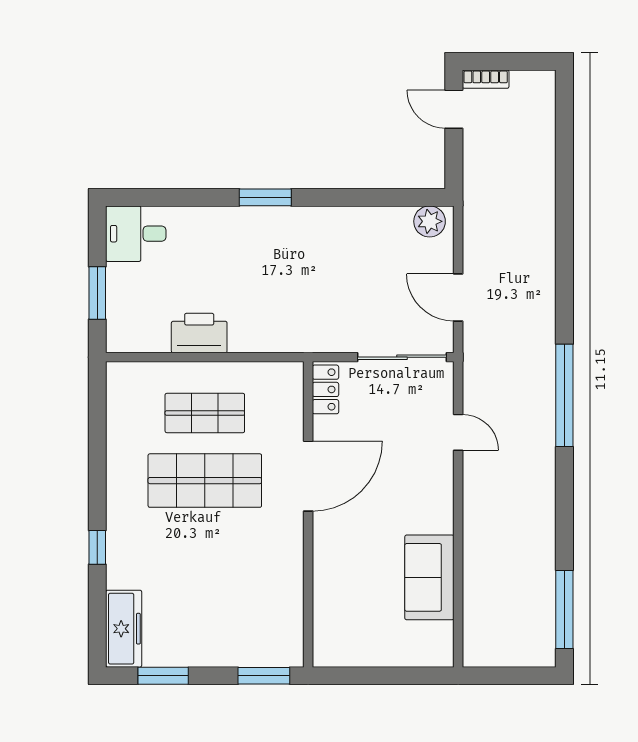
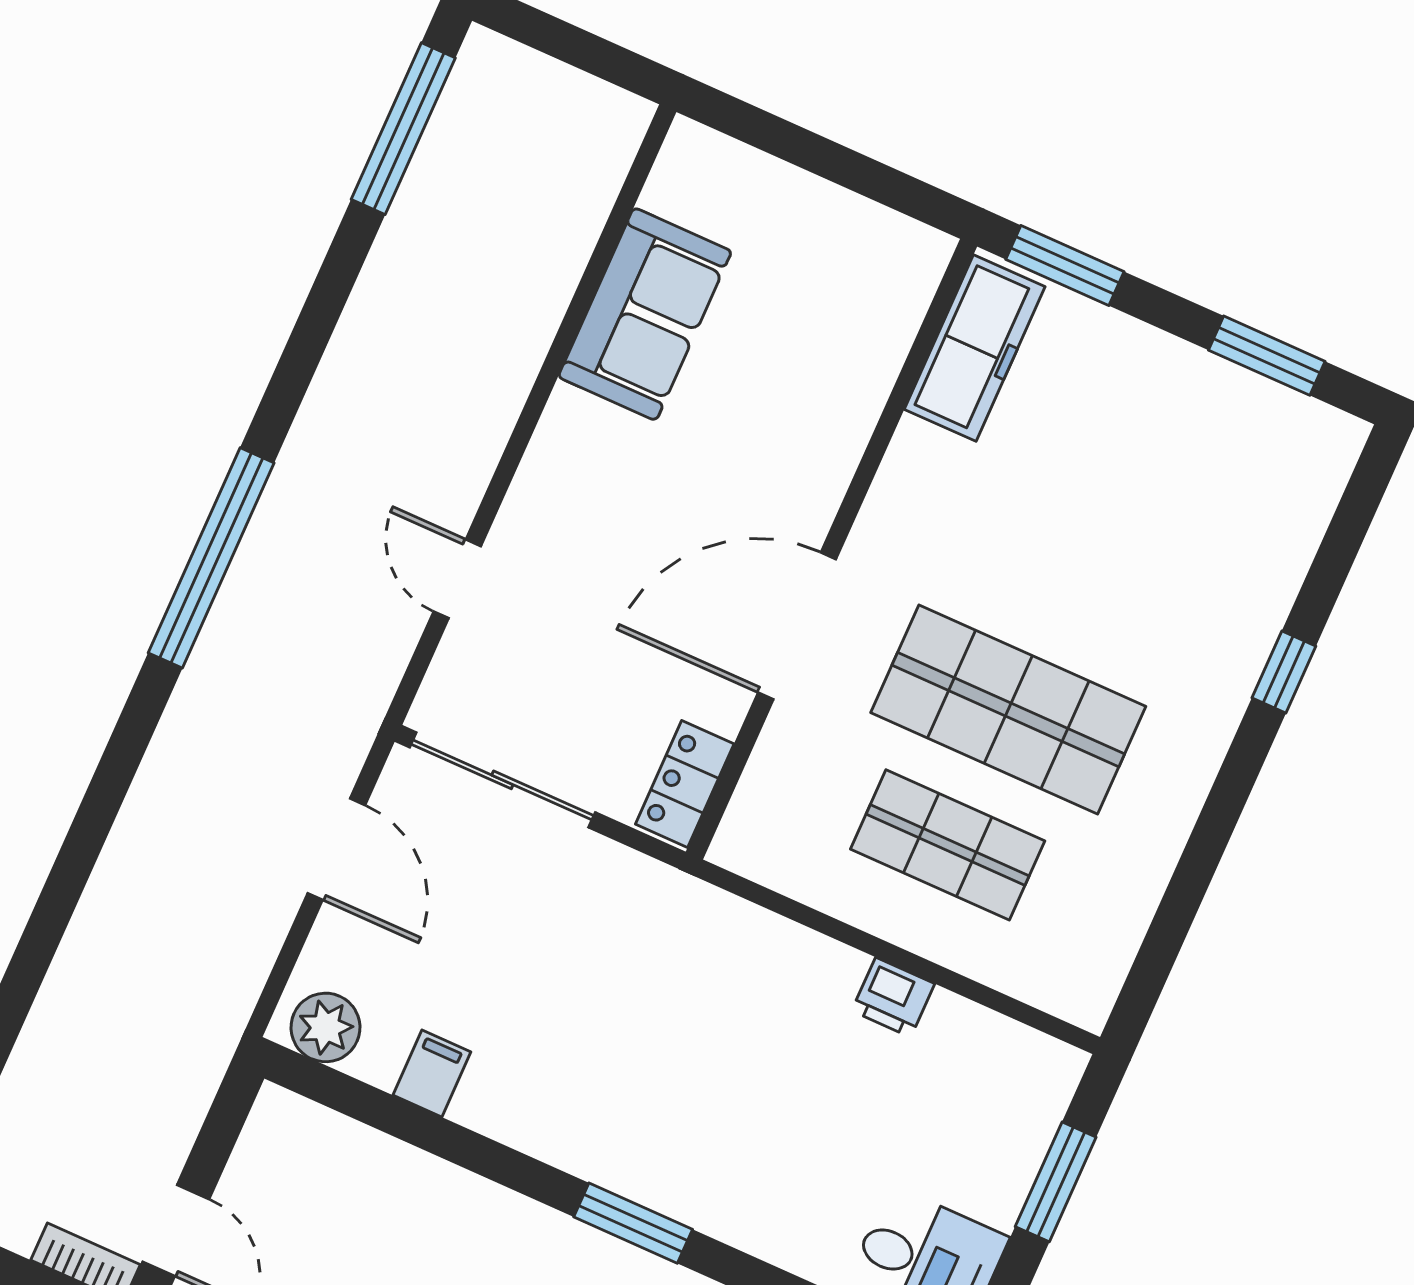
filing cabinet: (377, 222) -> (432, 1074), added
printer: (199, 333) -> (893, 997), width x0.53, depth x0.68
freezer: (124, 629) -> (975, 348), moved, turned 180

